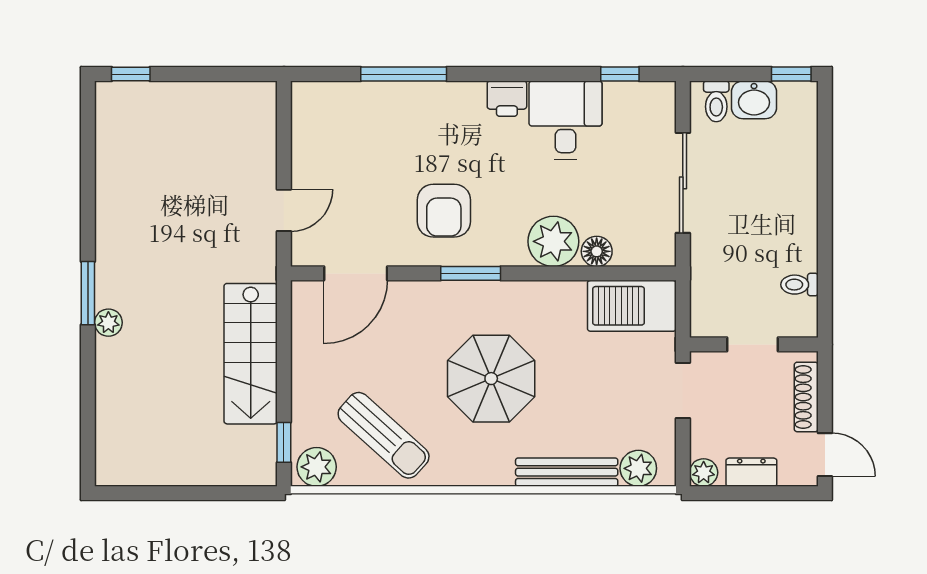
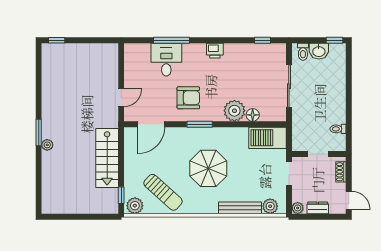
desk: (566, 120) -> (166, 60), moved
armchair: (444, 211) -> (188, 98), turned -90
shoe rack: (806, 397) -> (341, 172), width x0.70

